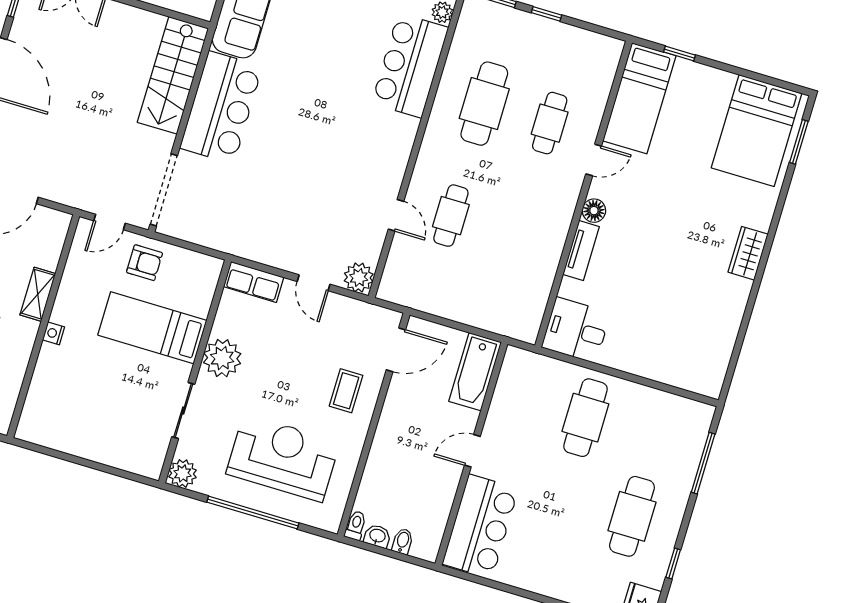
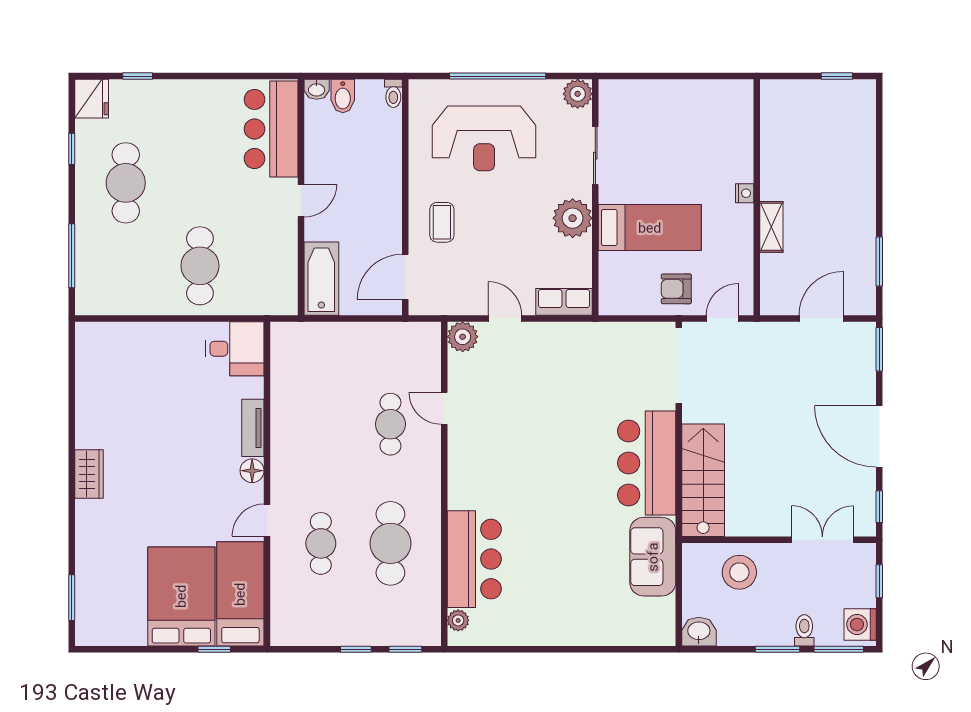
bed: (757, 131) -> (181, 596), moved
washbasin: (377, 536) -> (317, 89), moved
bidet: (403, 541) -> (343, 96), width x1.38, depth x1.36

